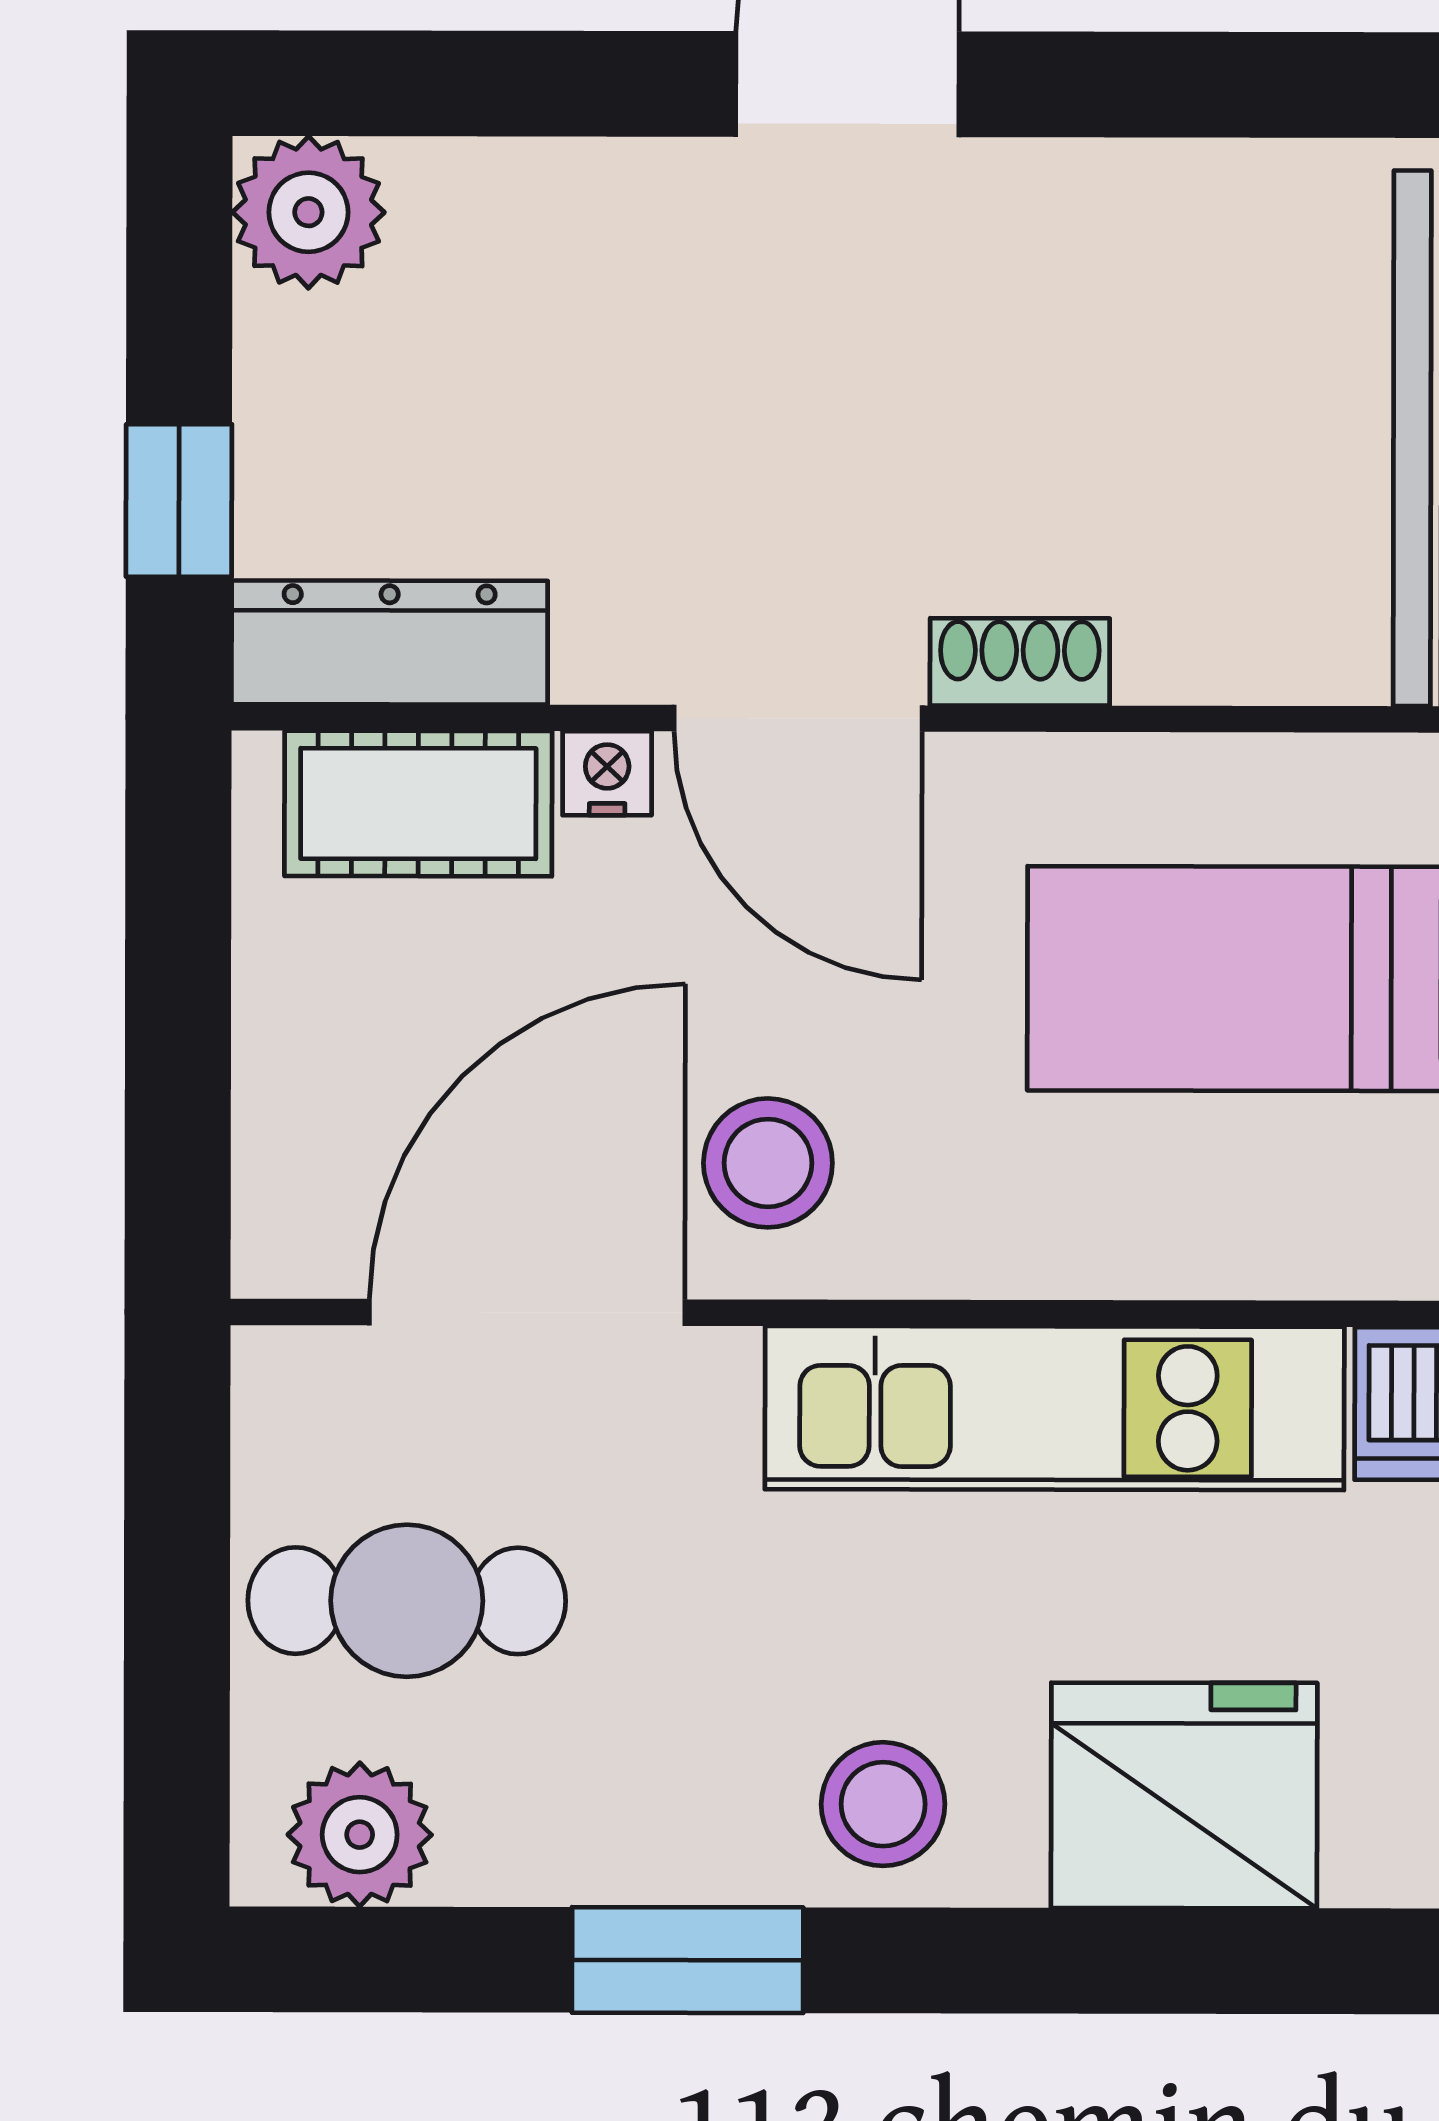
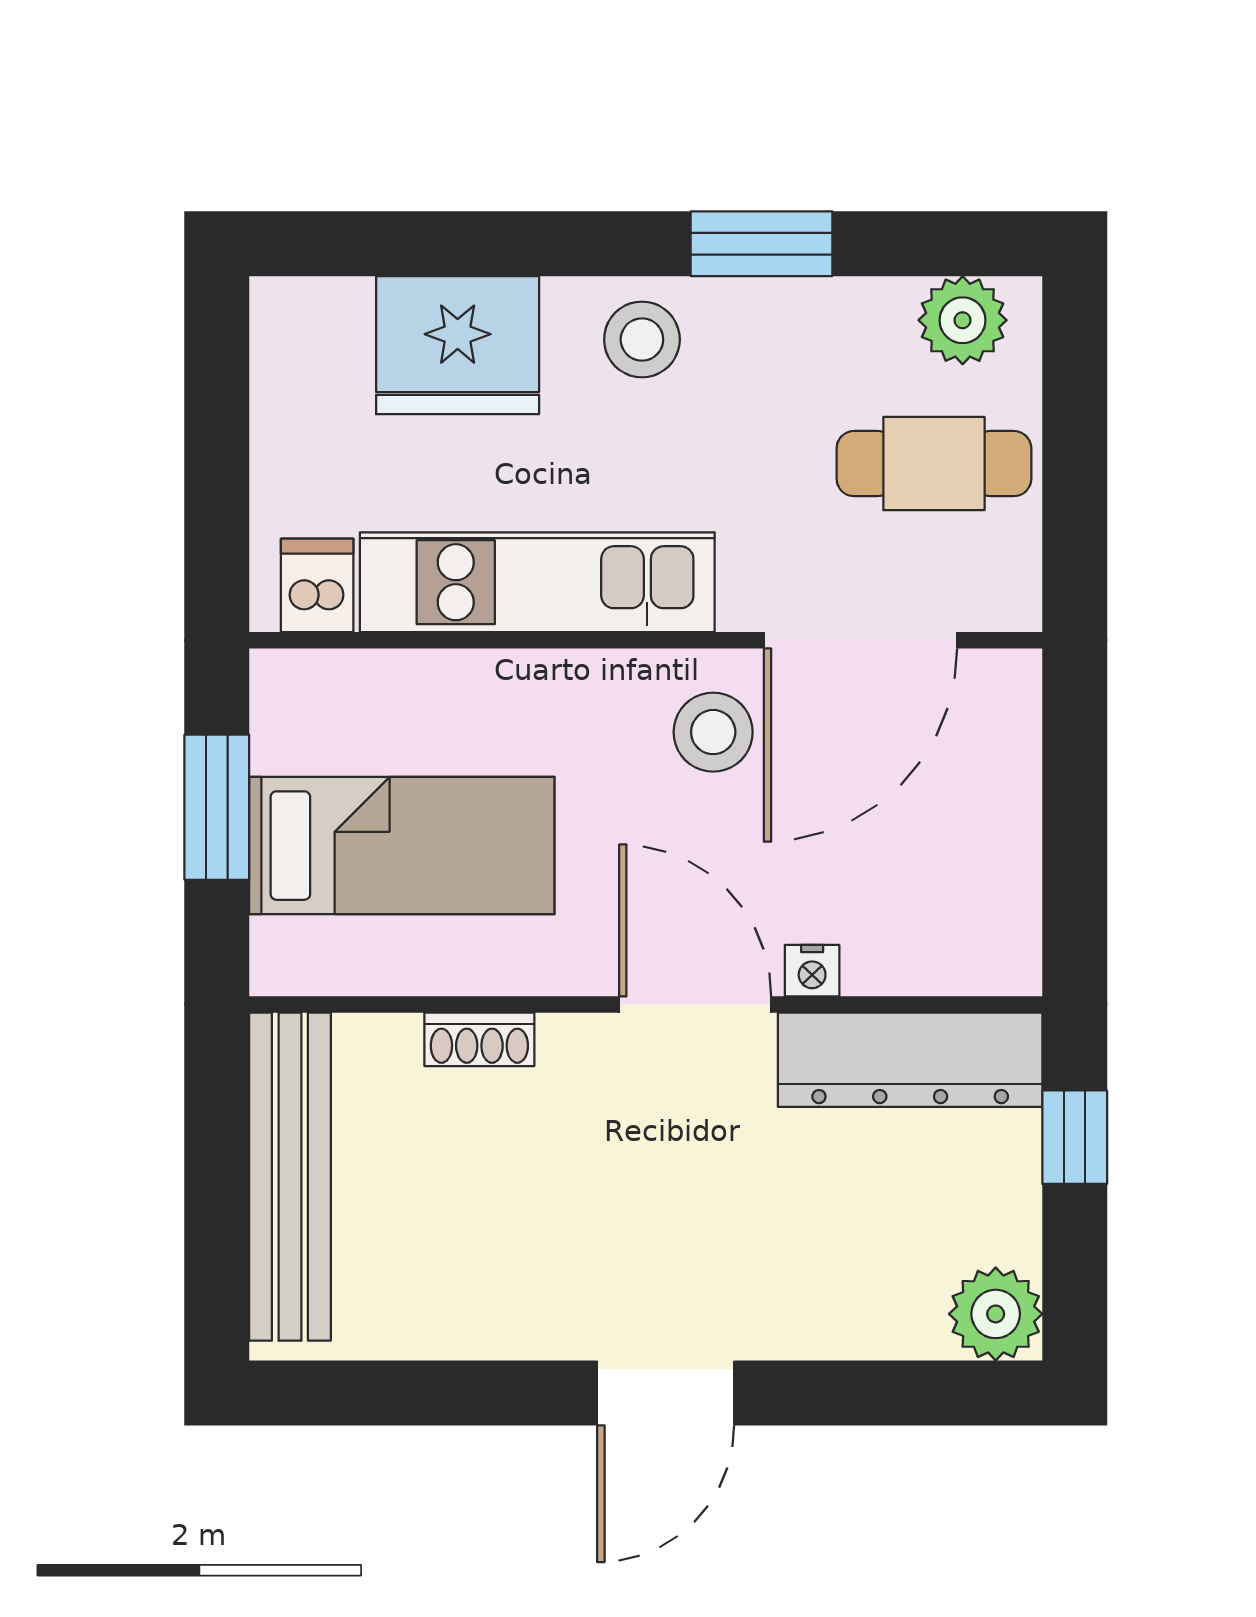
dresser: (390, 642) -> (910, 1060), width x1.37, depth x1.24
shoe rack: (1020, 662) -> (479, 1039), moved
cot: (418, 804) -> (928, 952), removed

